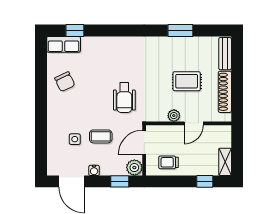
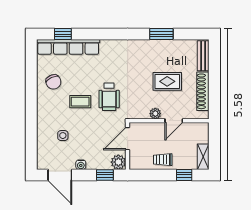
row of seats: (64, 44) -> (68, 47), width x2.02
coffee table: (101, 136) -> (80, 102), moved
trolley: (168, 162) -> (163, 160), moved

